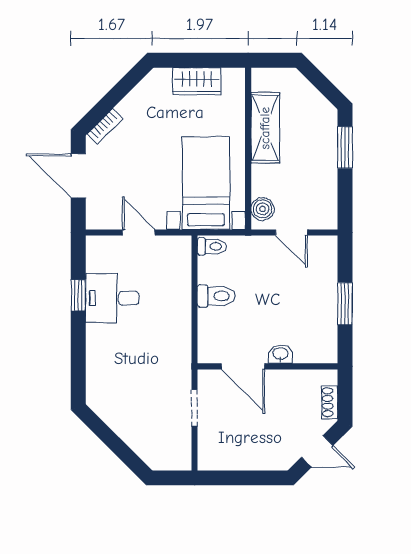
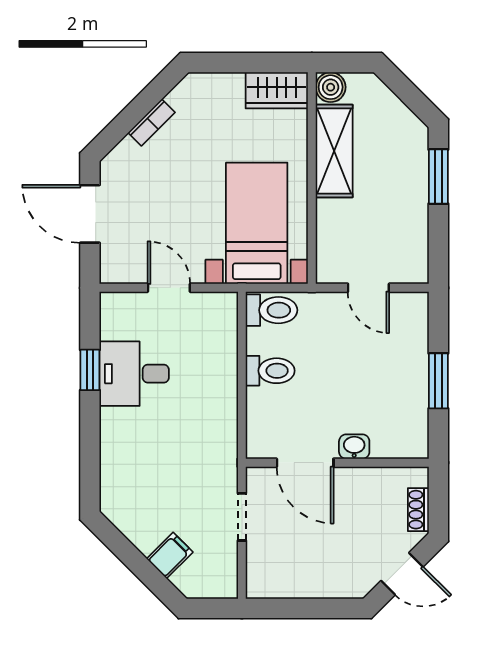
wardrobe: (197, 81) -> (277, 90), moved
bookcase: (105, 126) -> (151, 122), moved
boiler: (262, 209) -> (331, 87), moved
toilet: (212, 246) -> (272, 310), width x1.37, depth x1.39
filing cabinet: (139, 437) -> (170, 555), added

